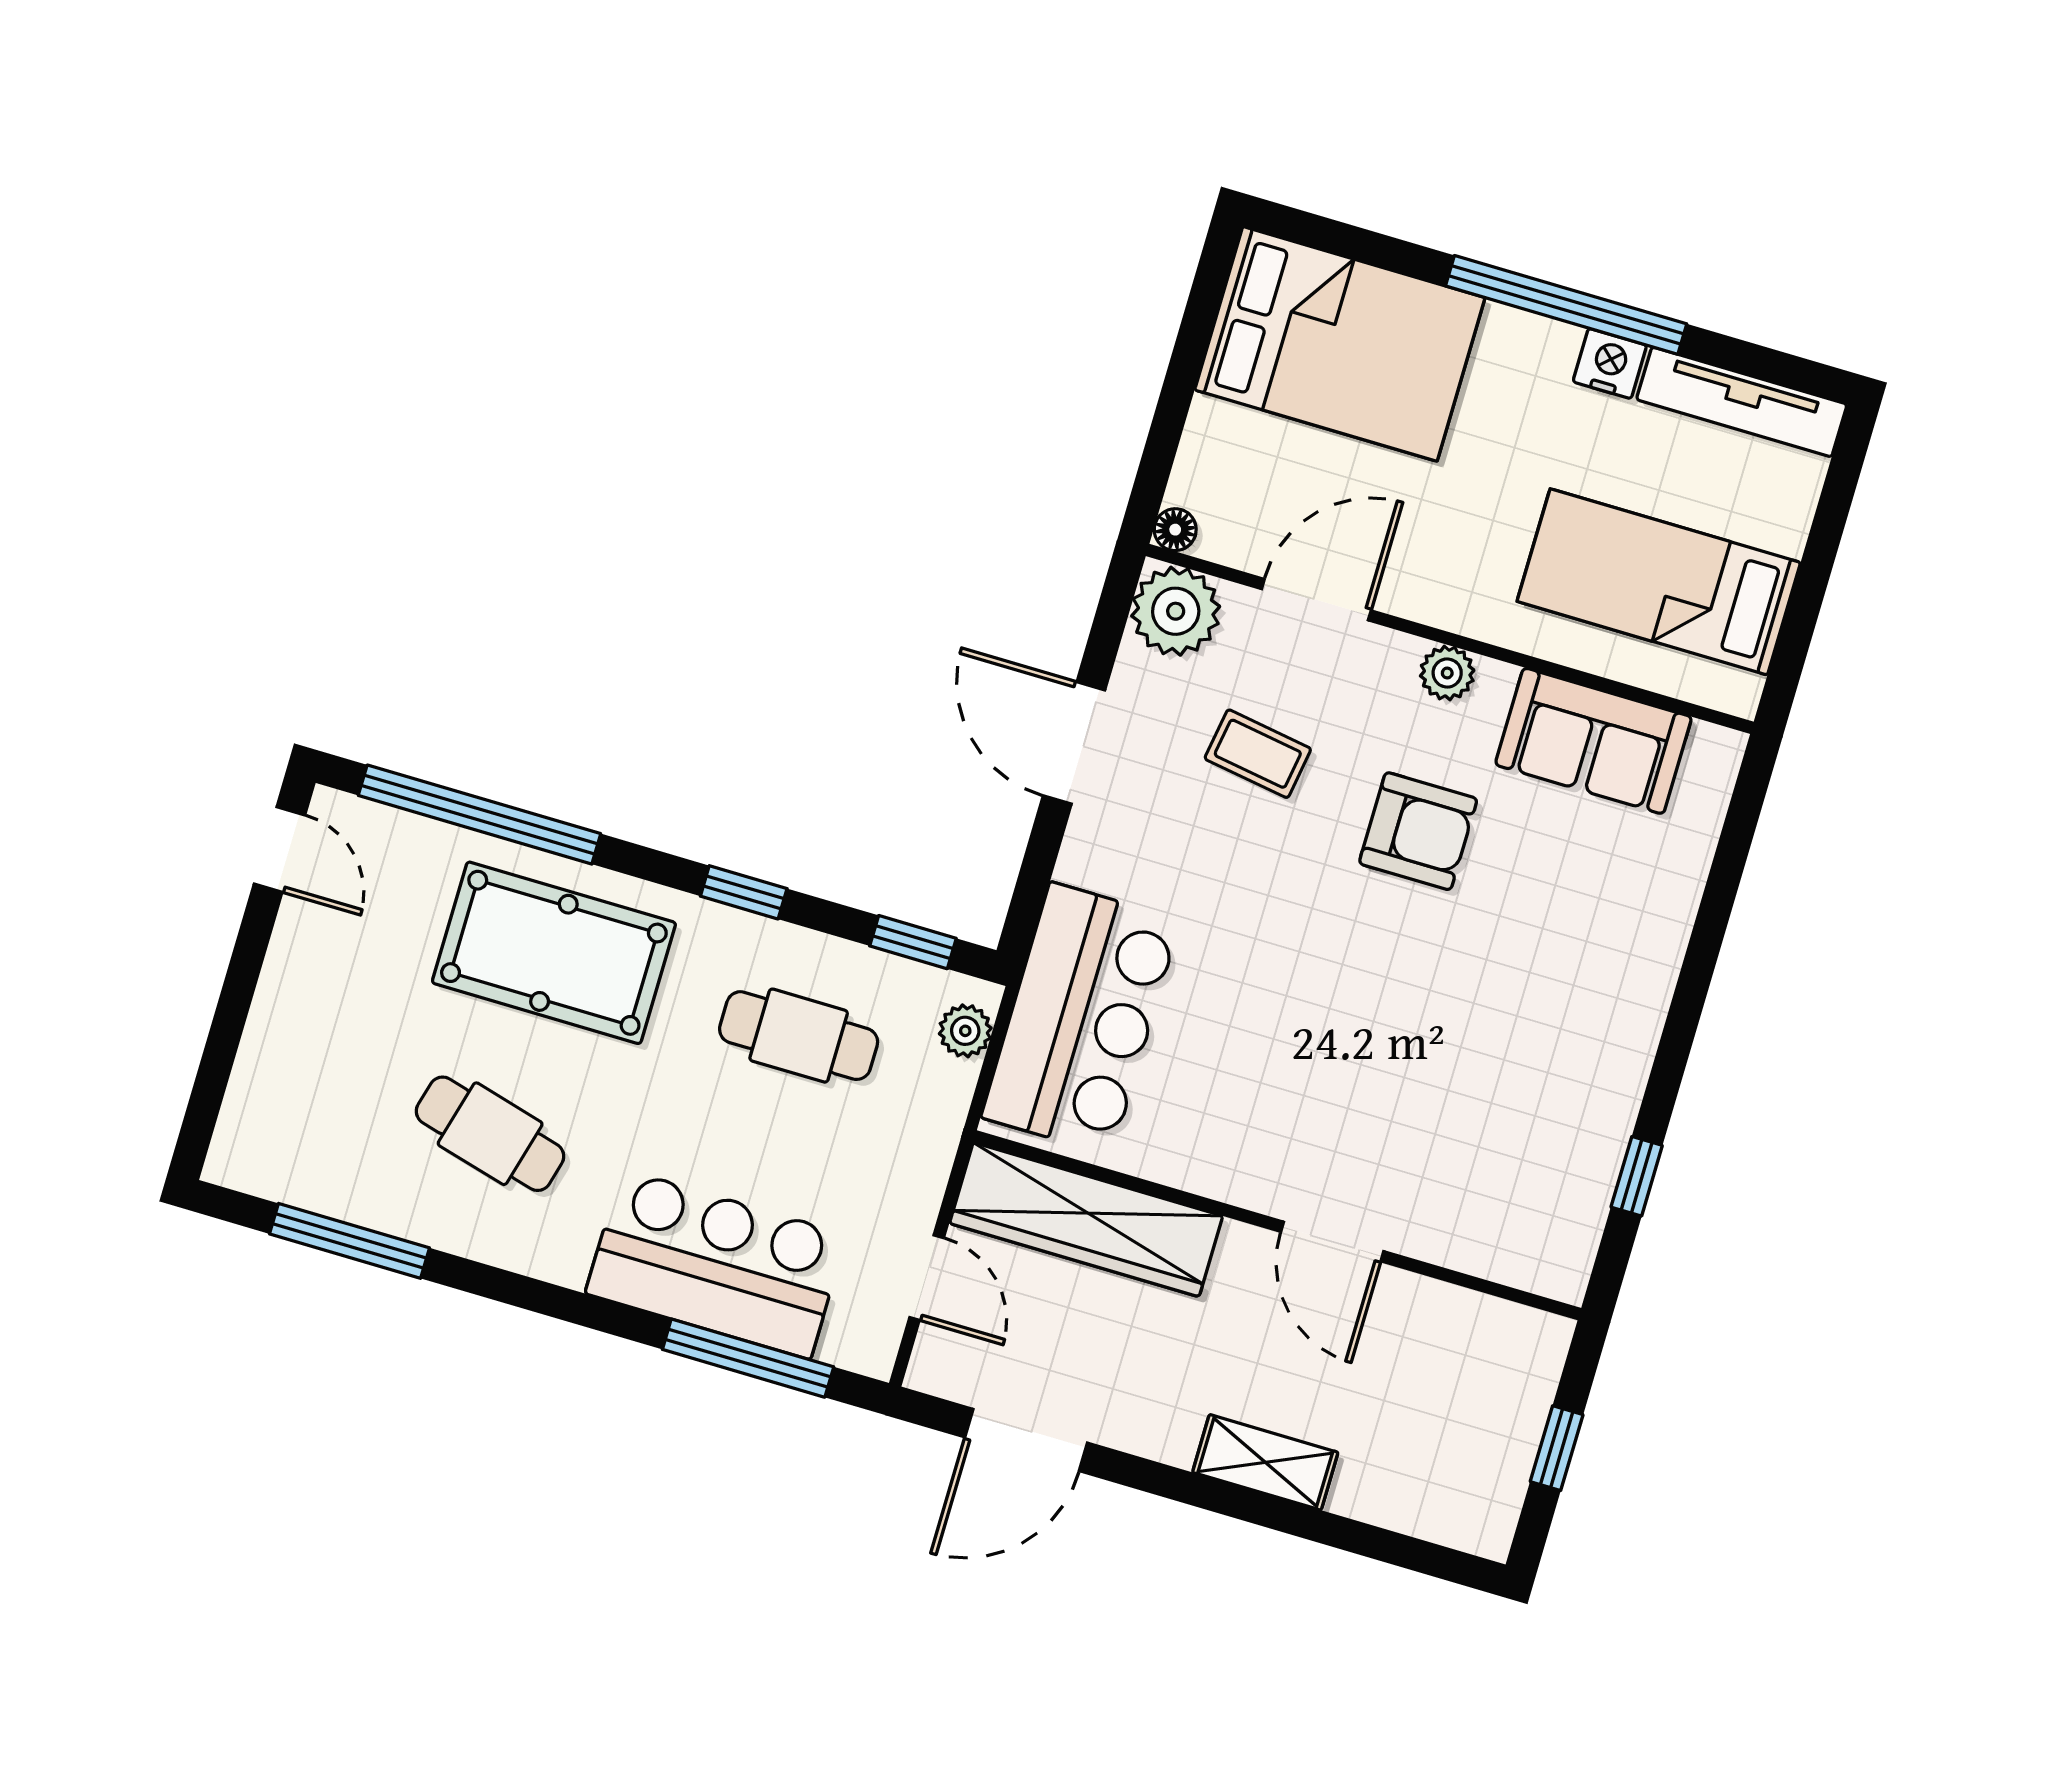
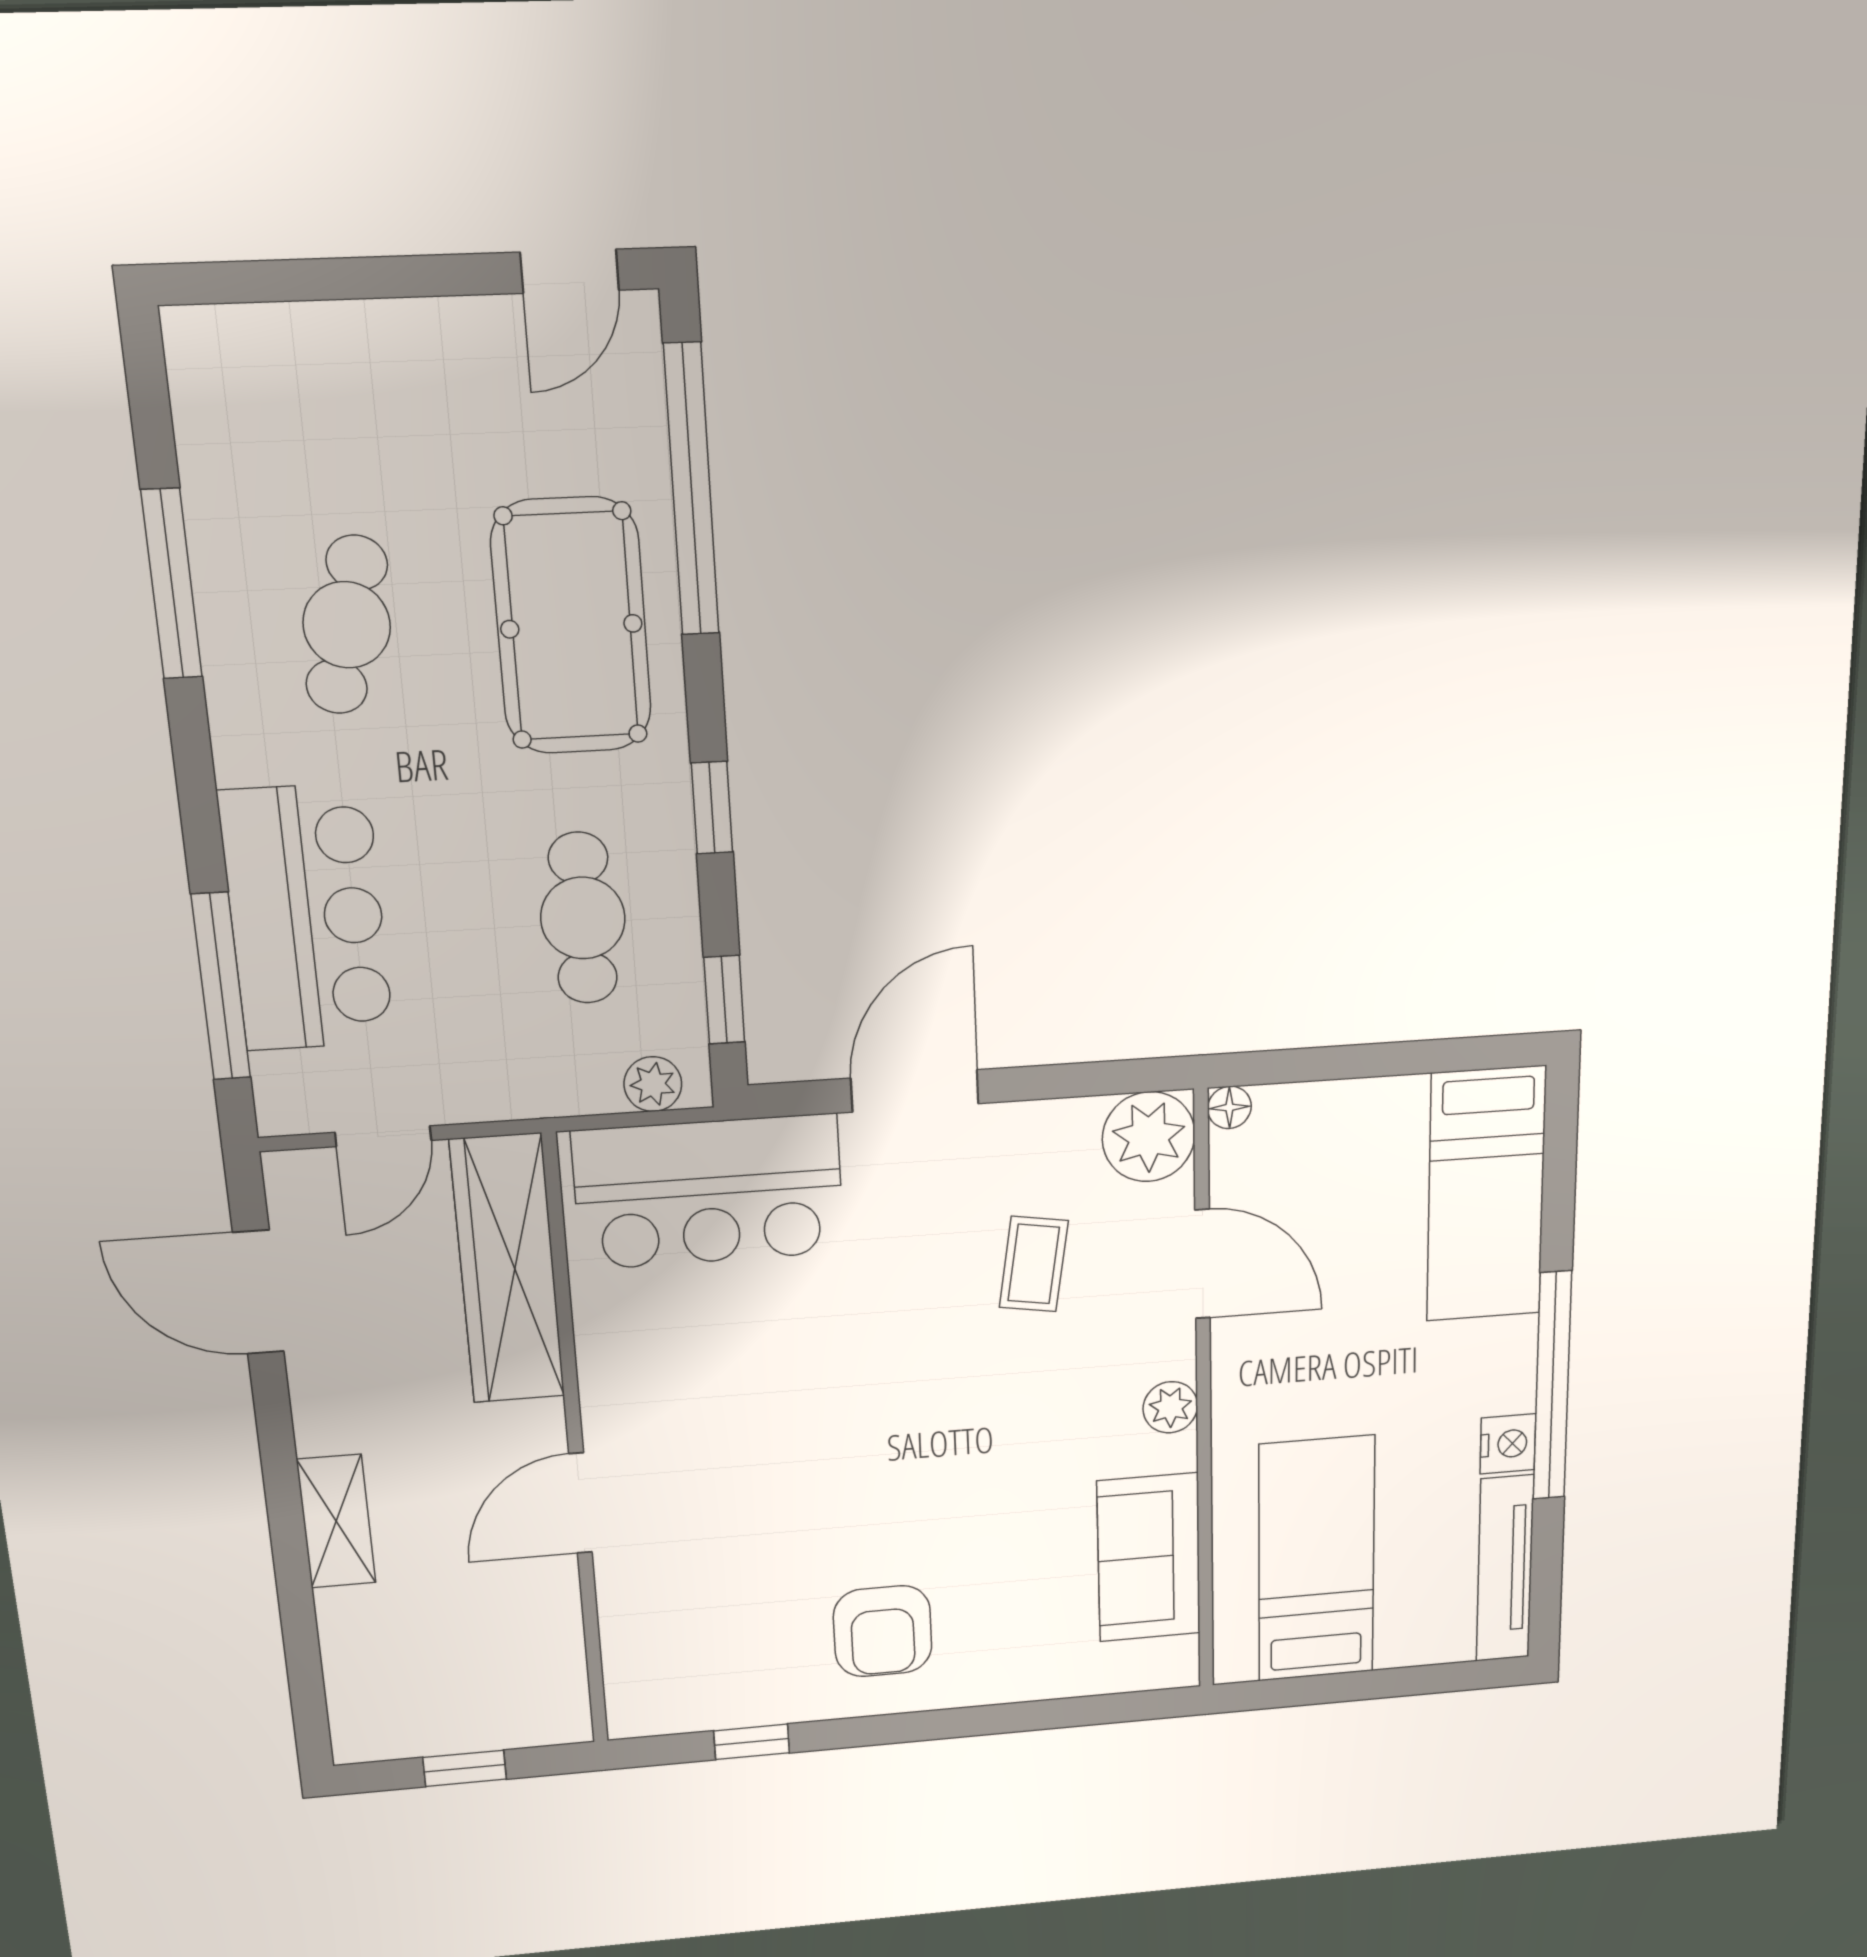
bed: (1340, 344) -> (1486, 1194), width x0.67
door: (1074, 743) -> (915, 1091), moved
armchair: (1418, 831) -> (883, 1631), moved
window: (350, 1241) -> (172, 584), moved

